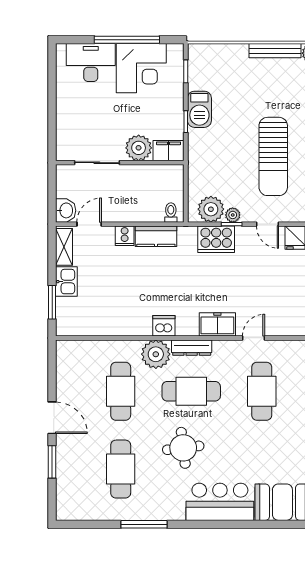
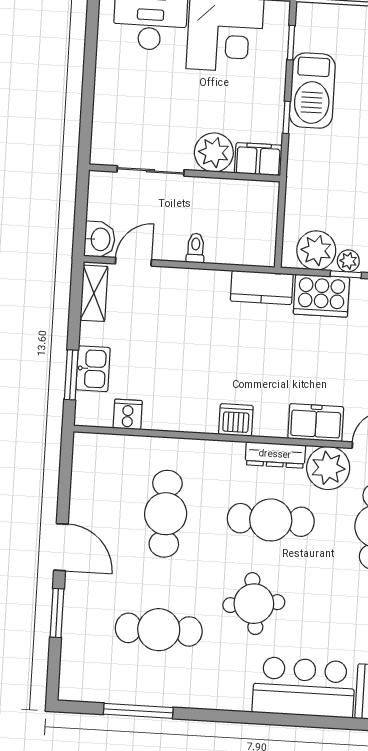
barbecue: (199, 109) -> (312, 91), width x1.37, depth x1.21
toilet: (171, 212) -> (196, 248), moved
cooker: (125, 236) -> (128, 414), moved, turned 180
kitchen counter: (156, 236) -> (262, 287), moved
kitchen sink: (66, 282) -> (93, 369), moved
plant: (156, 354) -> (328, 468), moved
cafe table: (121, 469) -> (159, 630), turned 90
window: (144, 524) -> (138, 711), moved

